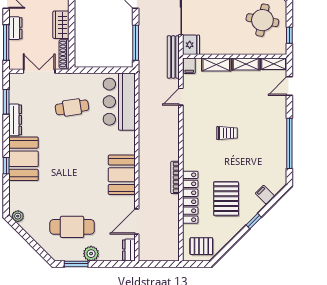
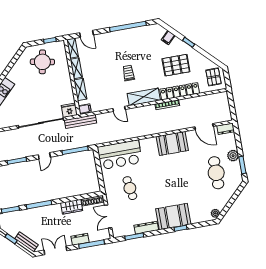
door: (181, 97) -> (119, 109), moved
shelving: (191, 148) -> (144, 97), added

